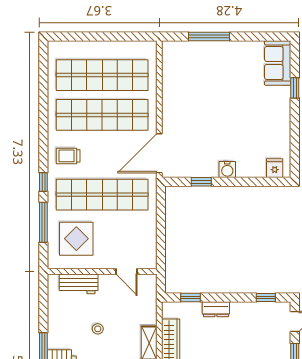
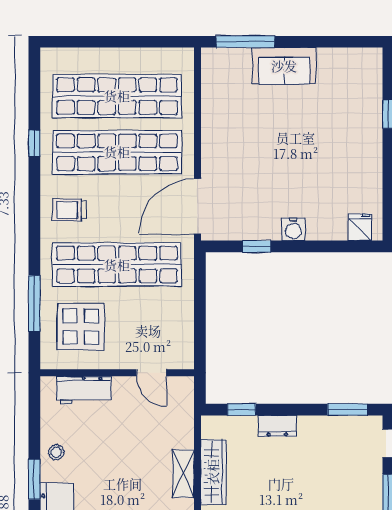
window: (209, 36) -> (245, 42), moved
sofa: (278, 63) -> (284, 66), moved, turned -90
window: (43, 182) -> (34, 143), moved
window: (266, 298) -> (347, 410), width x1.50
stool: (98, 329) -> (56, 452), moved

